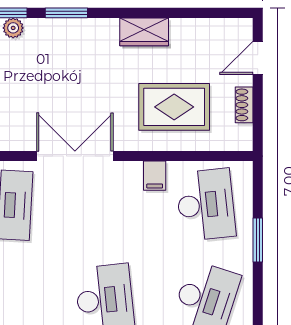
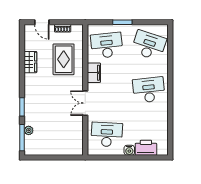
wardrobe: (144, 32) -> (30, 62), moved
double door: (75, 156) -> (85, 103), width x0.73
filing cabinet: (155, 176) -> (94, 73), width x2.00

